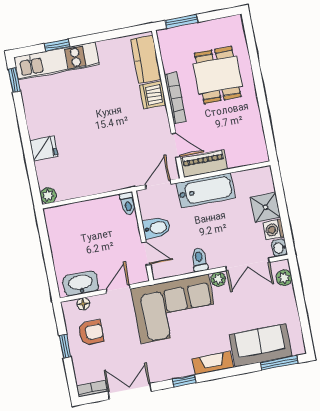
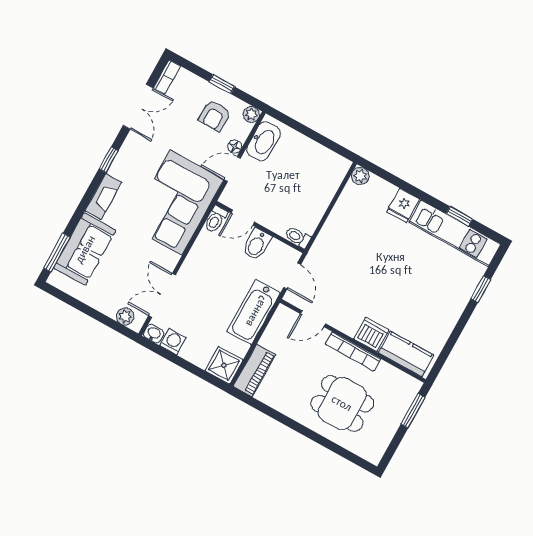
kitchen unit: (57, 61) -> (455, 233), moved, turned -90
window: (14, 80) -> (459, 216), moved
piano: (204, 164) -> (254, 370), moved
shower: (265, 207) -> (224, 365), moved
toilet: (199, 260) -> (216, 219), moved, turned 90
plant: (218, 279) -> (251, 114), moved
door: (118, 289) -> (232, 169), swing flipped
floor lamp: (83, 304) -> (235, 147), moved

